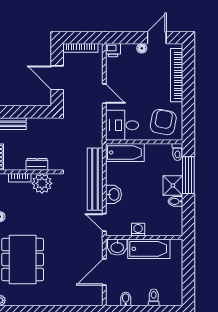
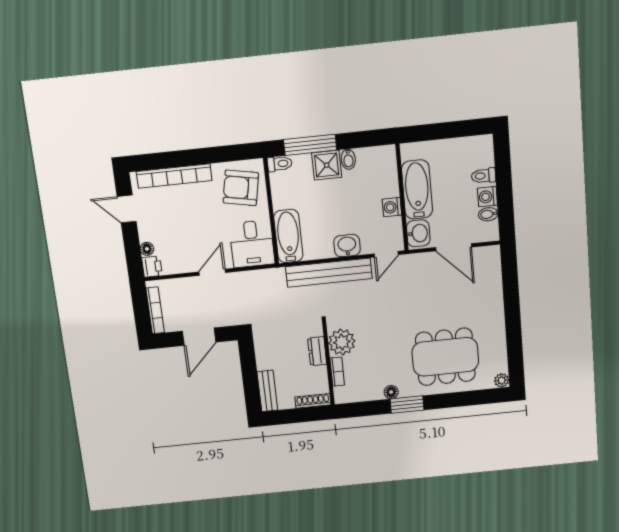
floor lamp: (142, 48) -> (147, 249), moved
washing machine: (138, 299) -> (487, 197), added

